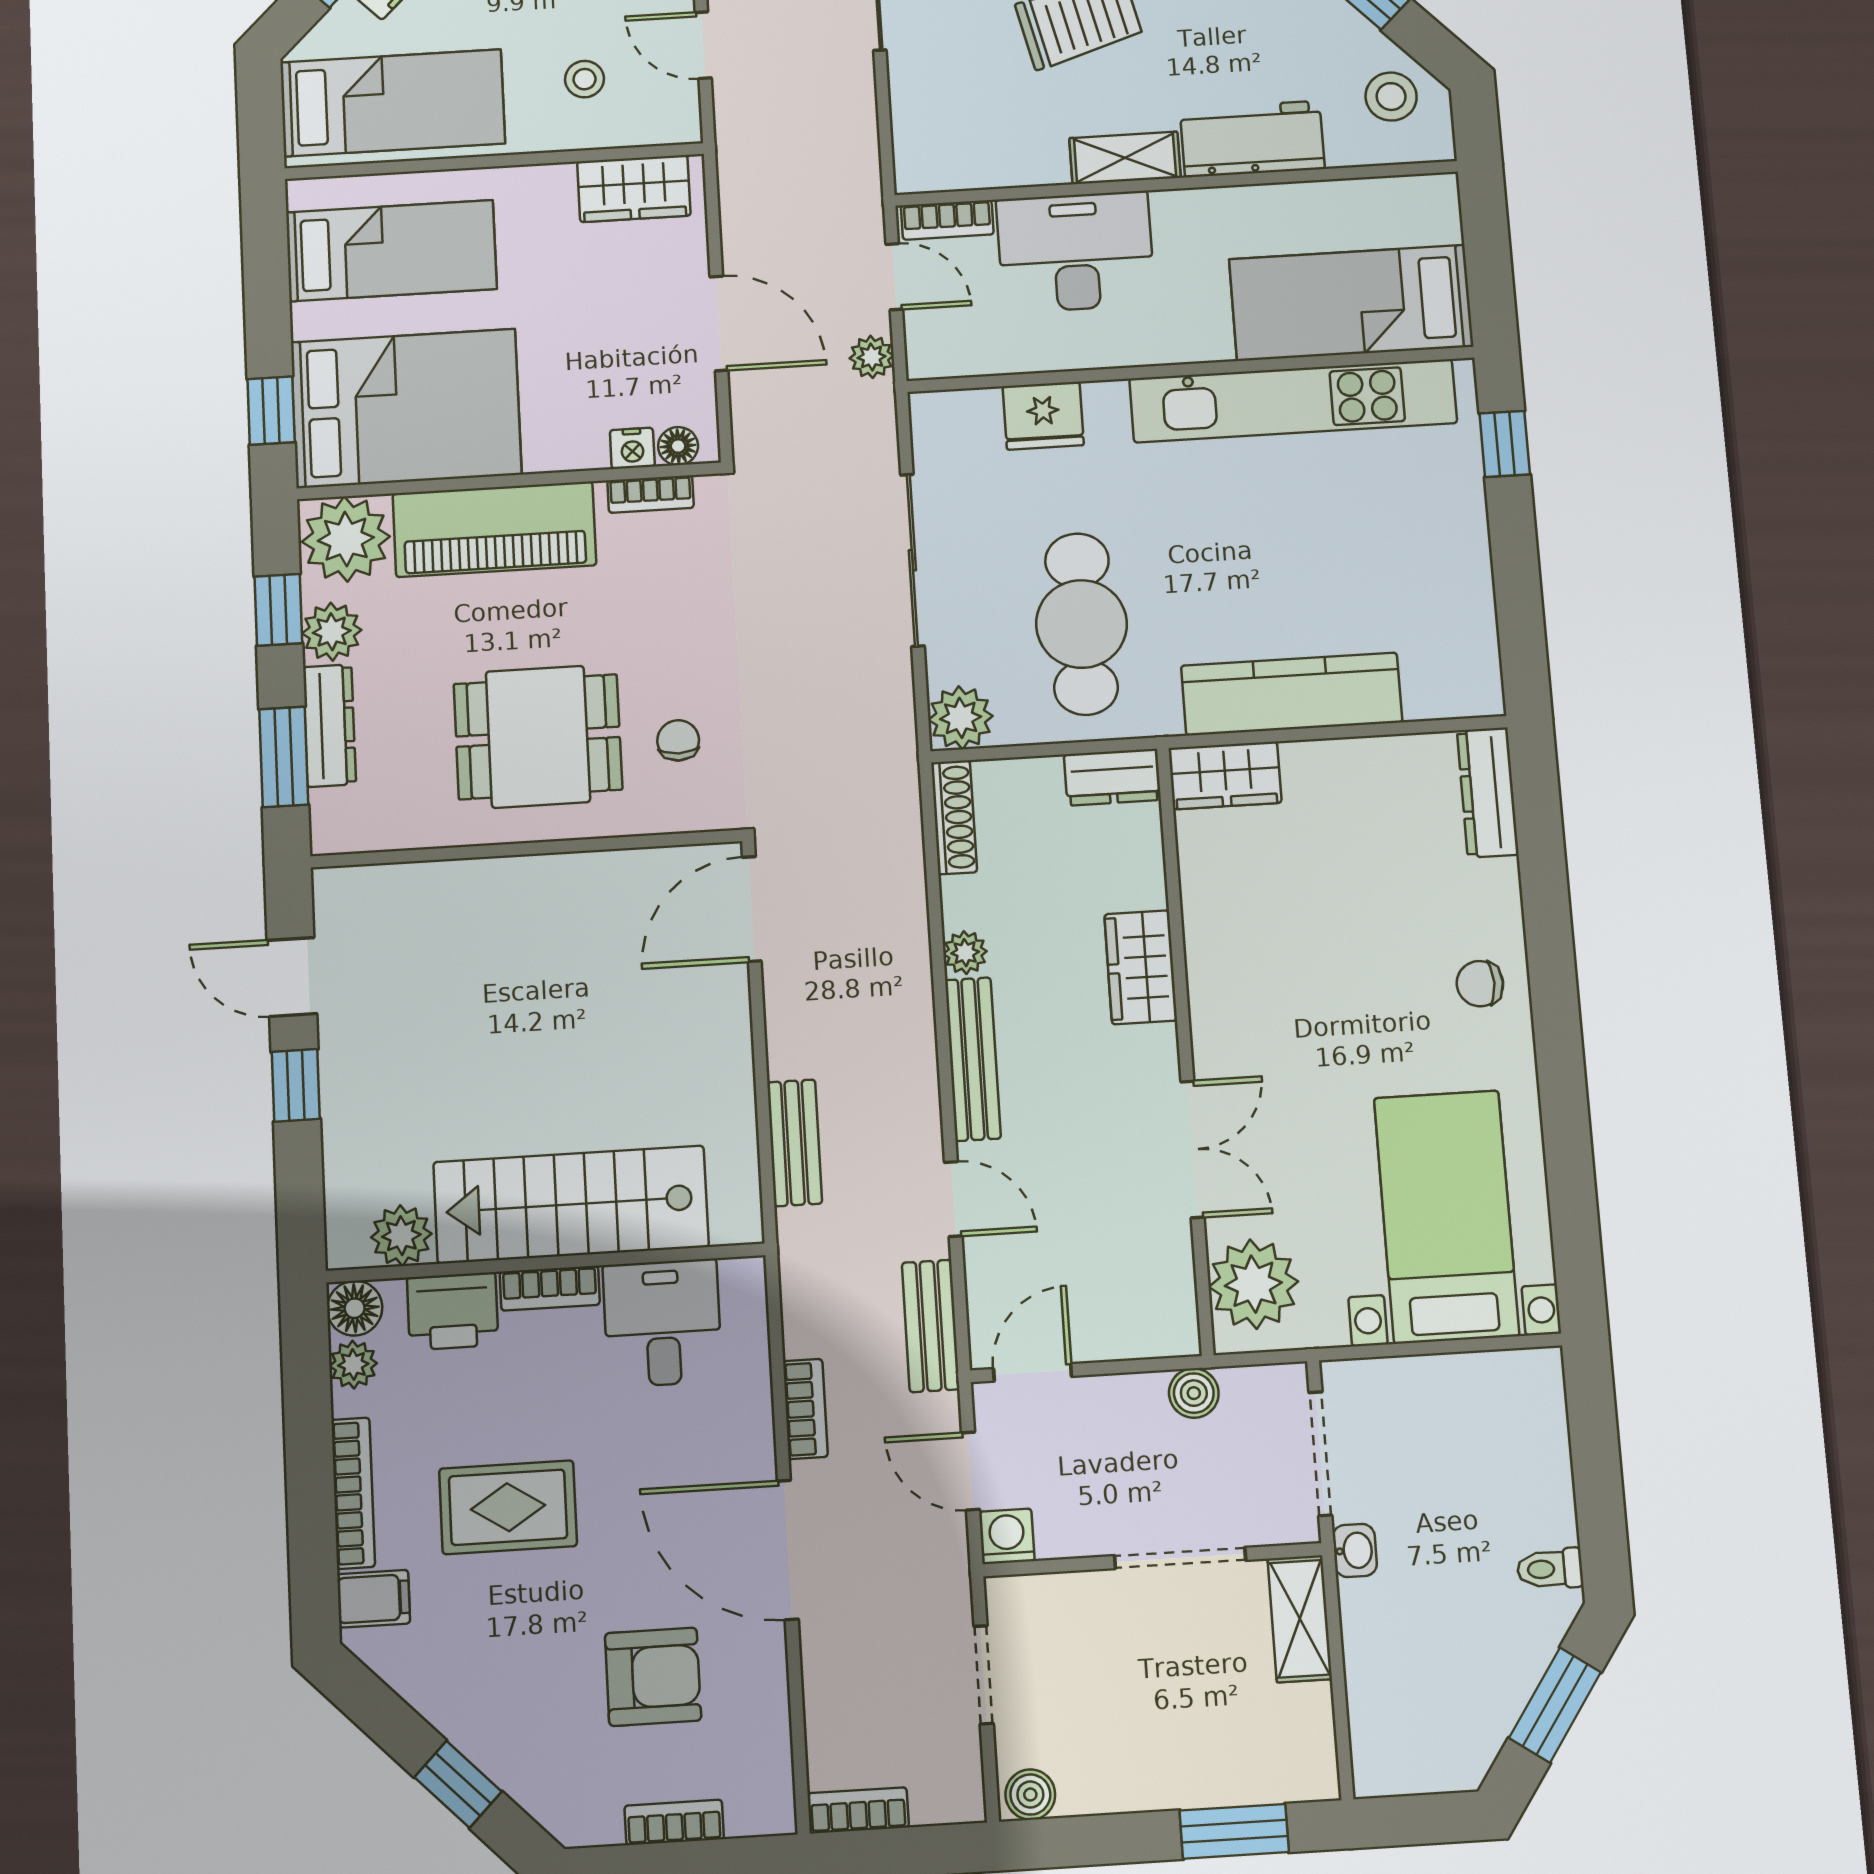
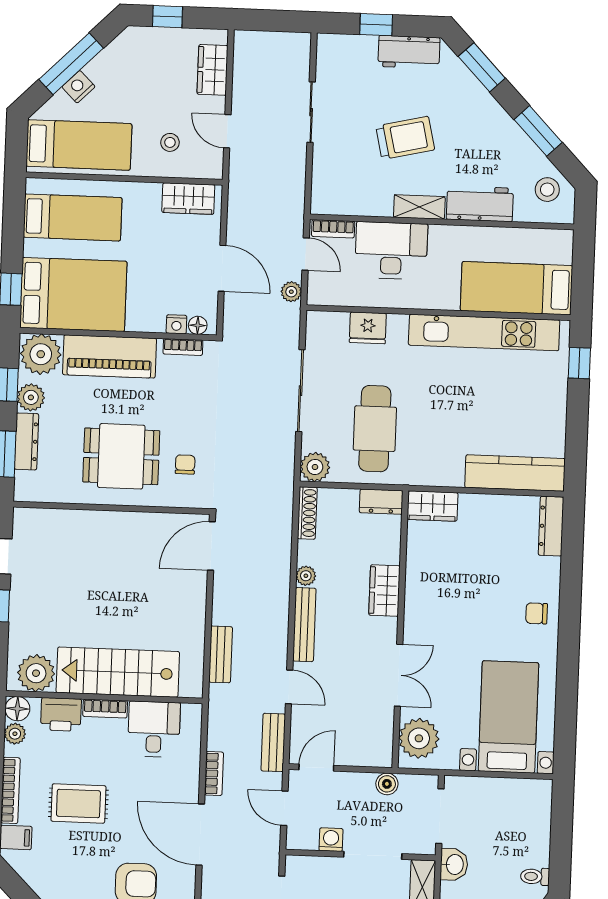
kitchen counter: (1292, 694) -> (515, 473), moved
plant: (401, 1236) -> (36, 673), width x1.36, depth x1.36
washing machine: (1007, 1536) -> (331, 840), moved
washbasin: (1355, 1550) -> (454, 864), width x1.38, depth x1.45

